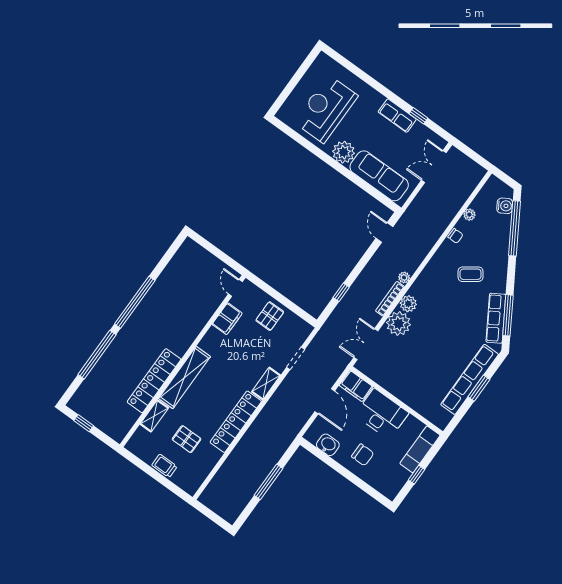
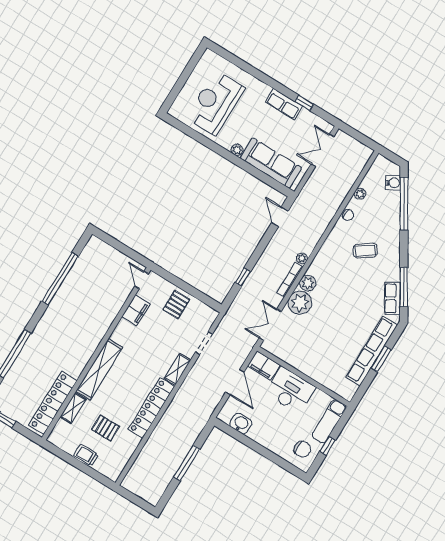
plant: (344, 152) -> (237, 150), width x0.53, depth x0.53
window: (135, 302) -> (60, 279), moved
row of seats: (496, 318) -> (392, 298), width x0.68
locker: (154, 381) -> (53, 403), moved
chair: (363, 455) -> (302, 449), moved

